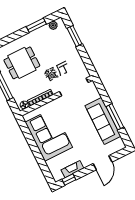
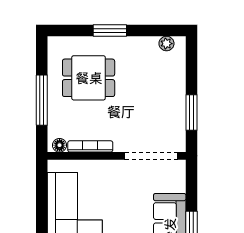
window: (36, 25) -> (110, 31), moved
window: (75, 36) -> (191, 113), moved

